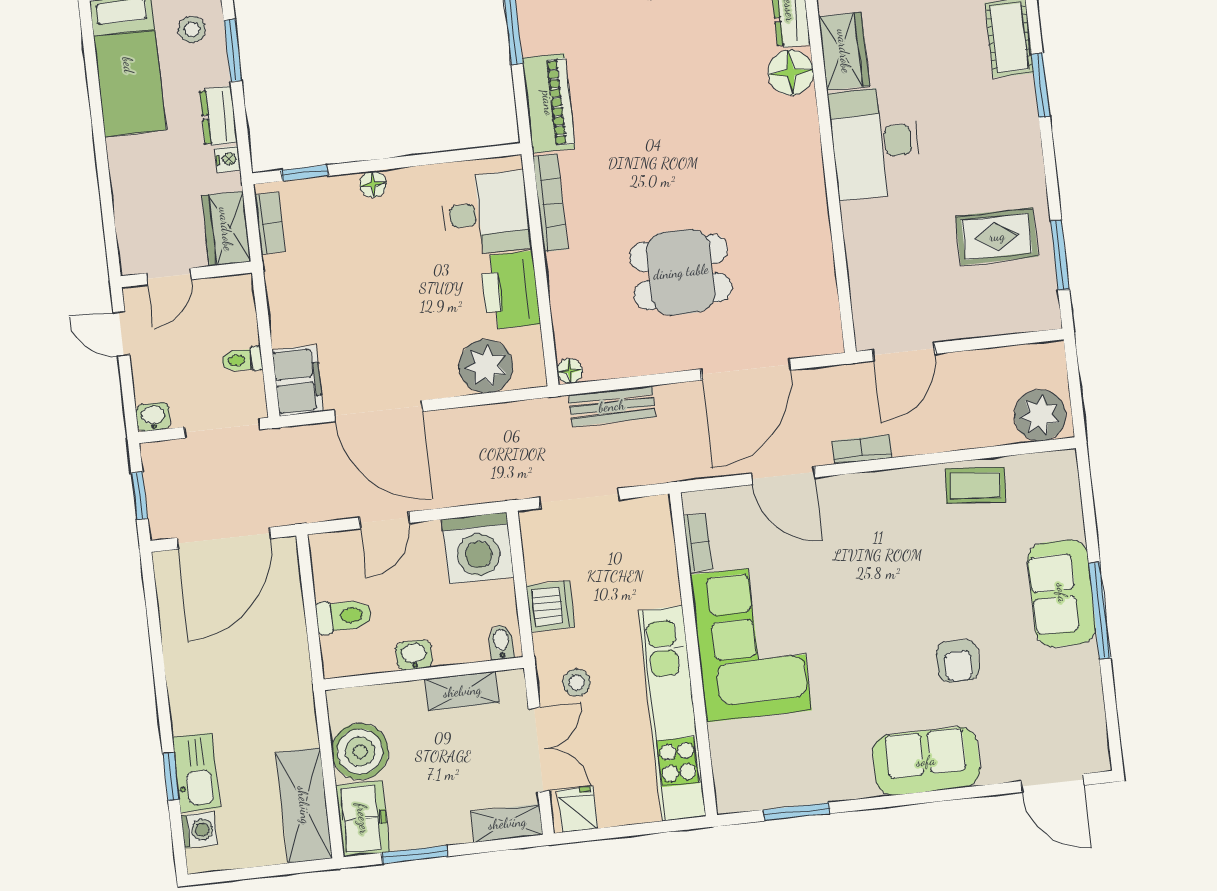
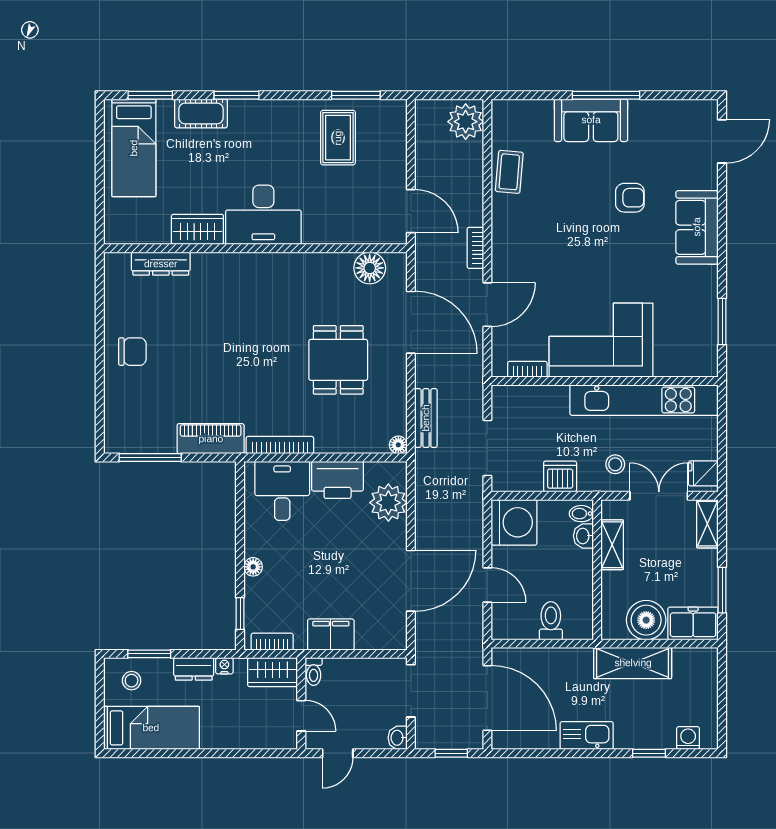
floor lamp: (791, 72) -> (370, 268), moved
toilet: (242, 360) -> (314, 672), moved
filing cabinet: (298, 381) -> (331, 634), moved
washbasin: (414, 655) -> (583, 536), moved
kitchen sink: (196, 773) -> (587, 735), moved
shelving: (304, 805) -> (633, 663), moved

